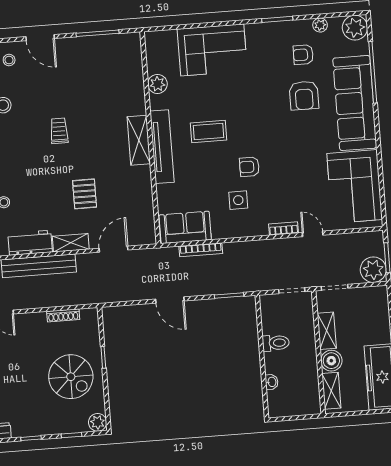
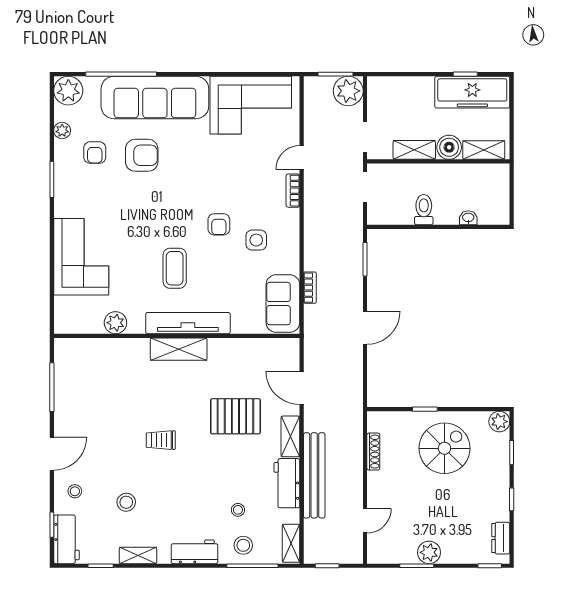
pallet: (85, 194) -> (235, 416), width x1.50, depth x1.42
bookcase: (201, 250) -> (310, 288), width x0.64

